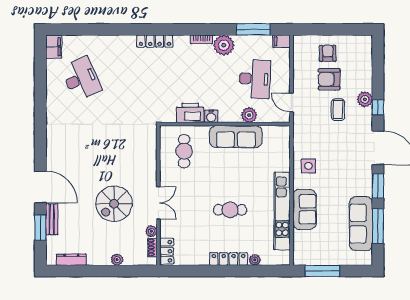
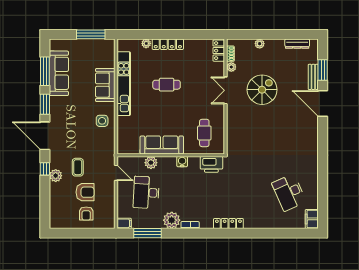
printer: (190, 113) -> (211, 164), moved

